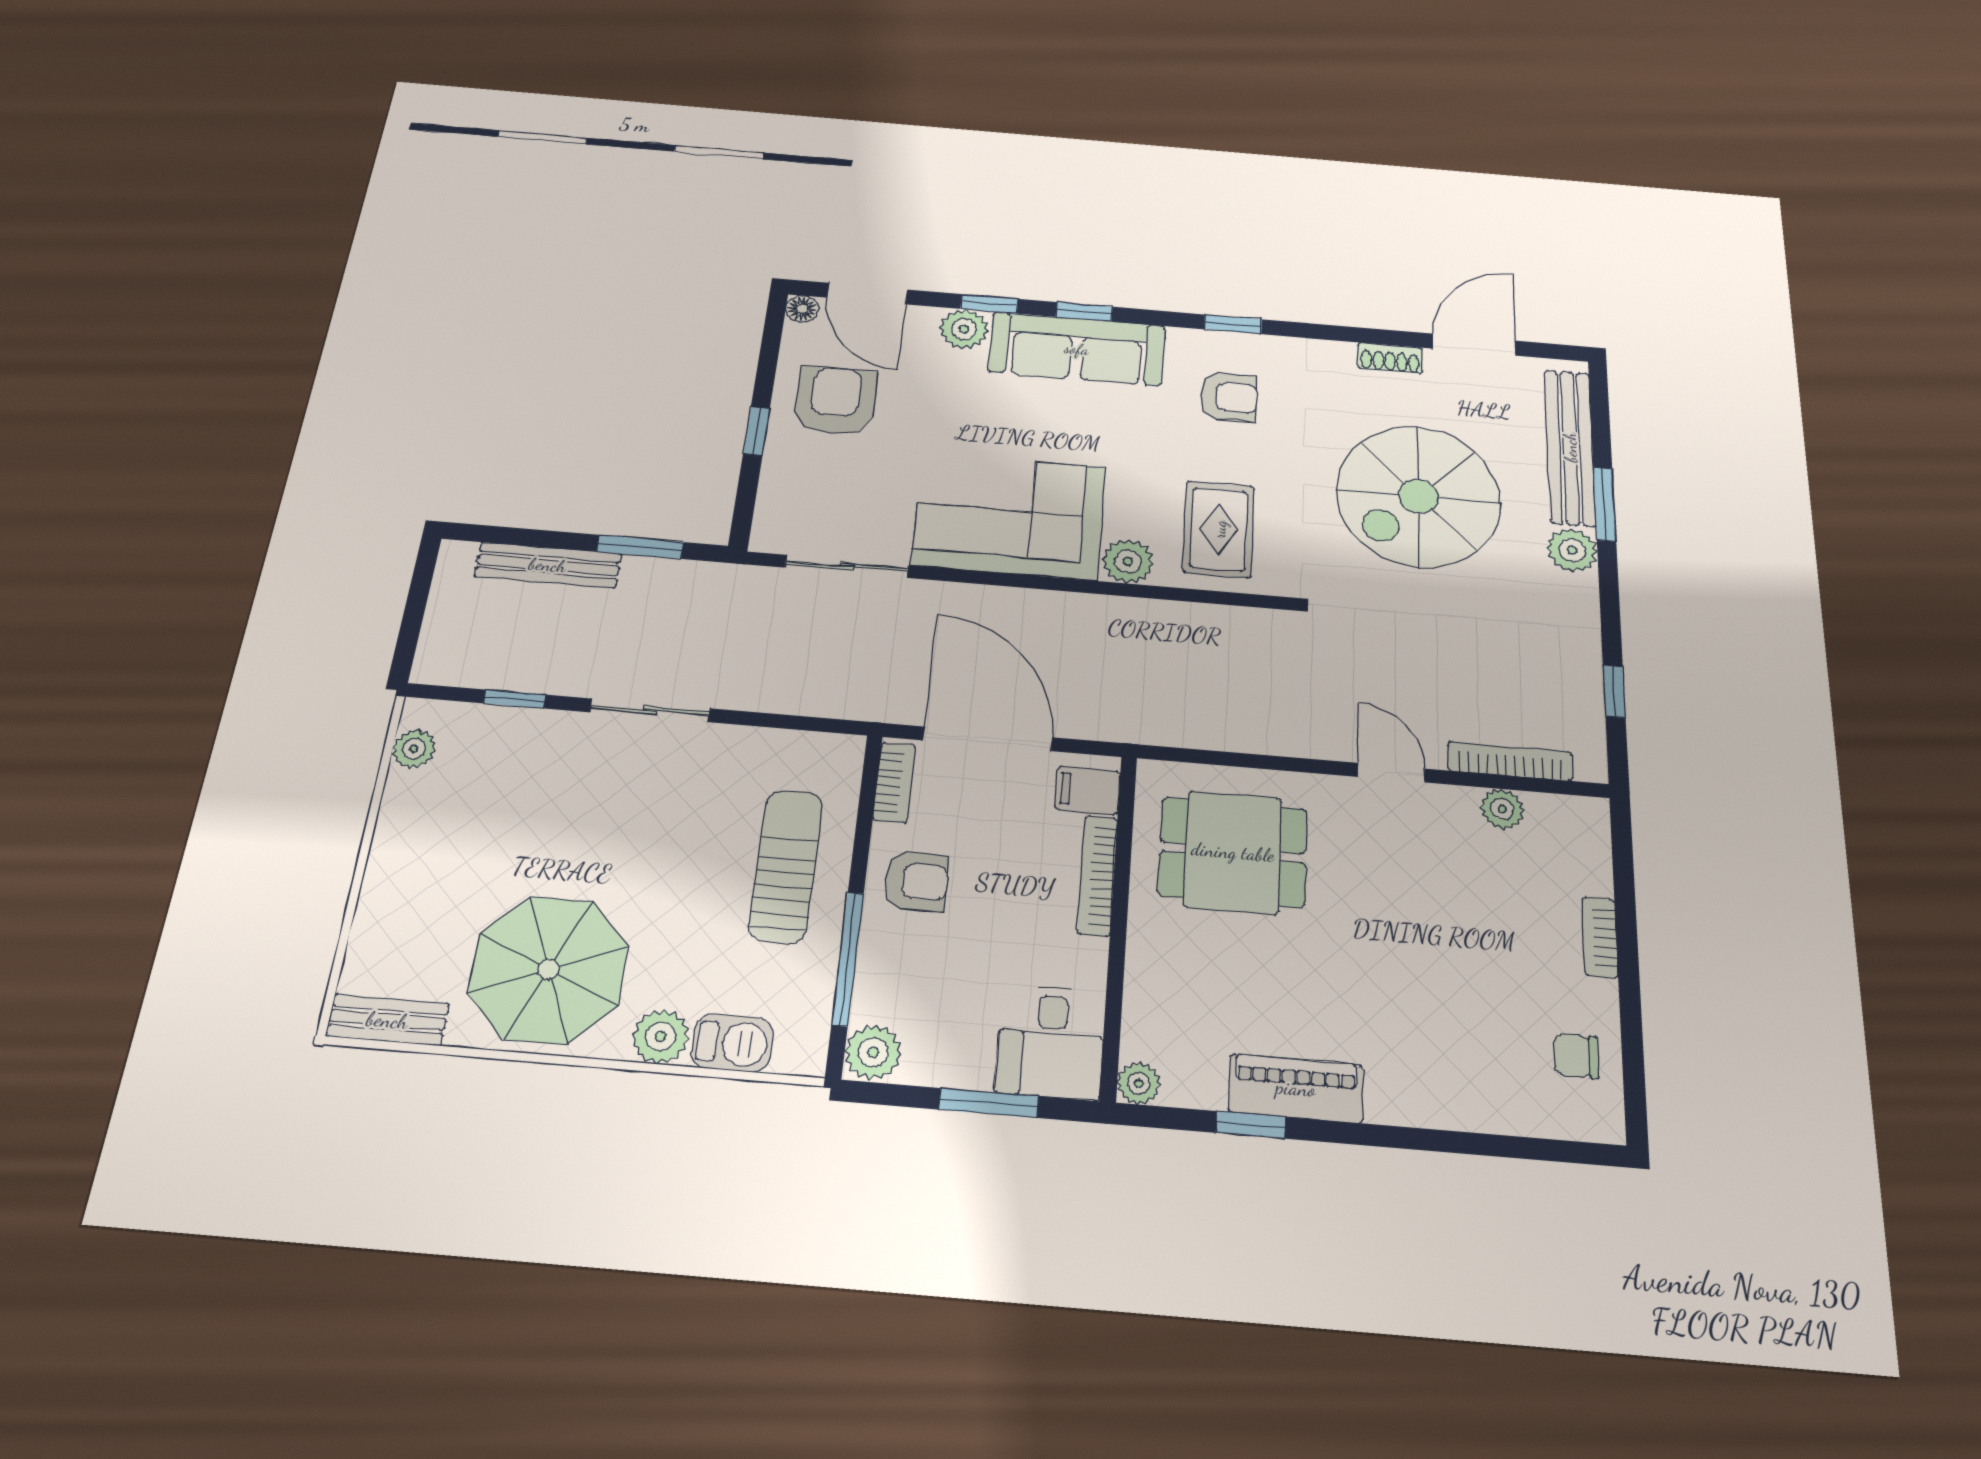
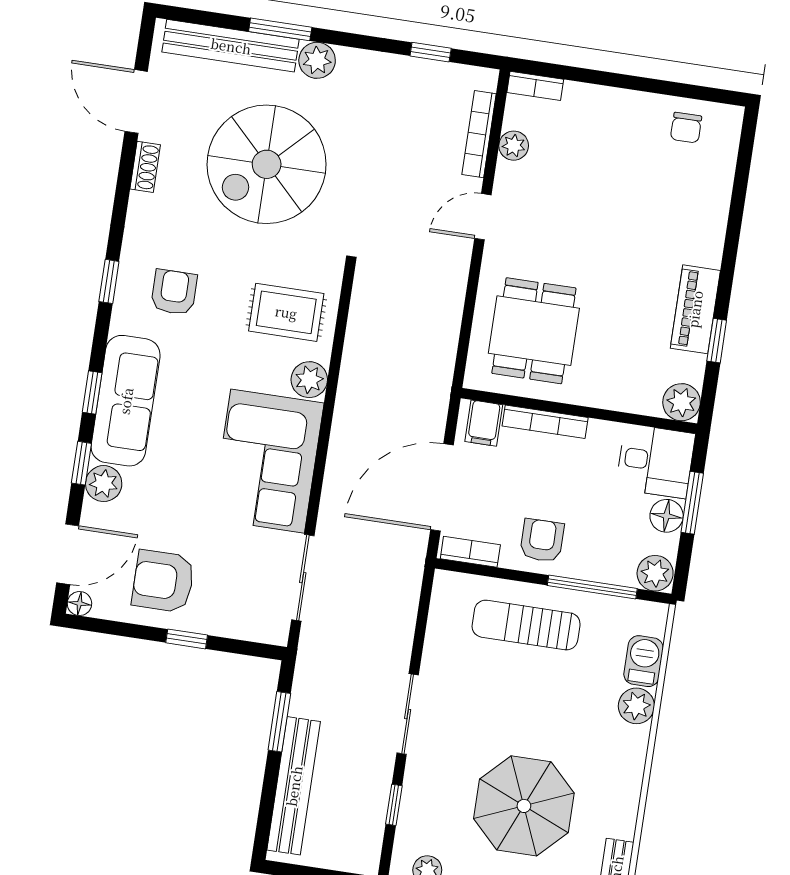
spiral stairs: (1418, 496) -> (267, 164), turned 90
bench: (548, 565) -> (294, 786), width x1.37, depth x1.21
bookcase: (1600, 937) -> (535, 86), moved
parasol: (548, 969) -> (524, 806), moved
floor lamp: (965, 1064) -> (667, 516), added
plant: (1139, 1083) -> (682, 402), width x1.38, depth x1.38

